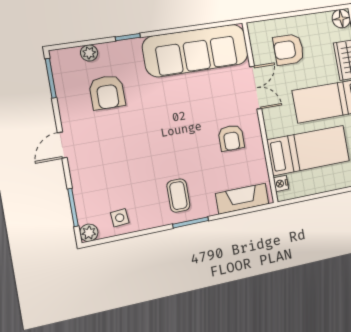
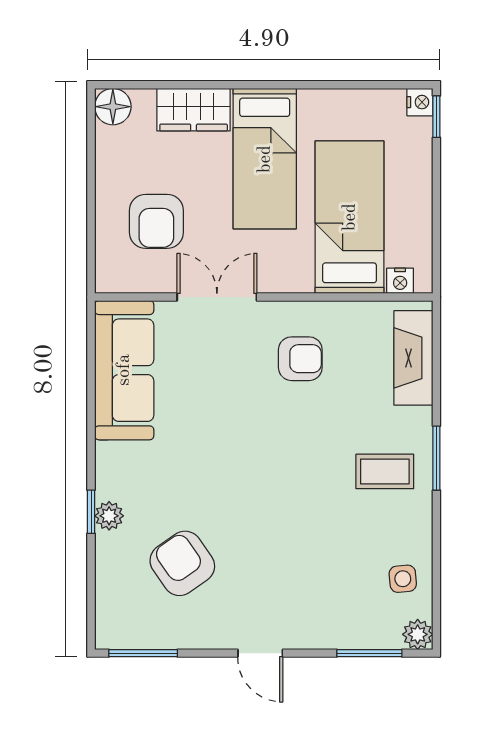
sofa: (196, 50) -> (124, 370), width x0.74, depth x0.79
plant: (89, 53) -> (109, 516), moved
armchair: (107, 92) -> (182, 563), turned -125

